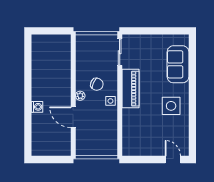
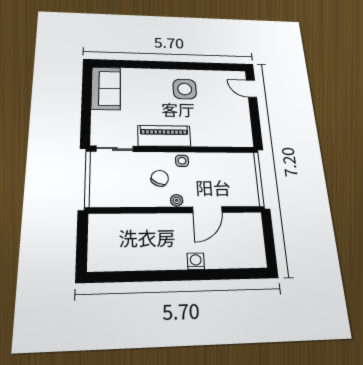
sofa: (178, 64) -> (106, 88), moved, turned -90
door: (173, 160) -> (251, 89), hinge flipped

